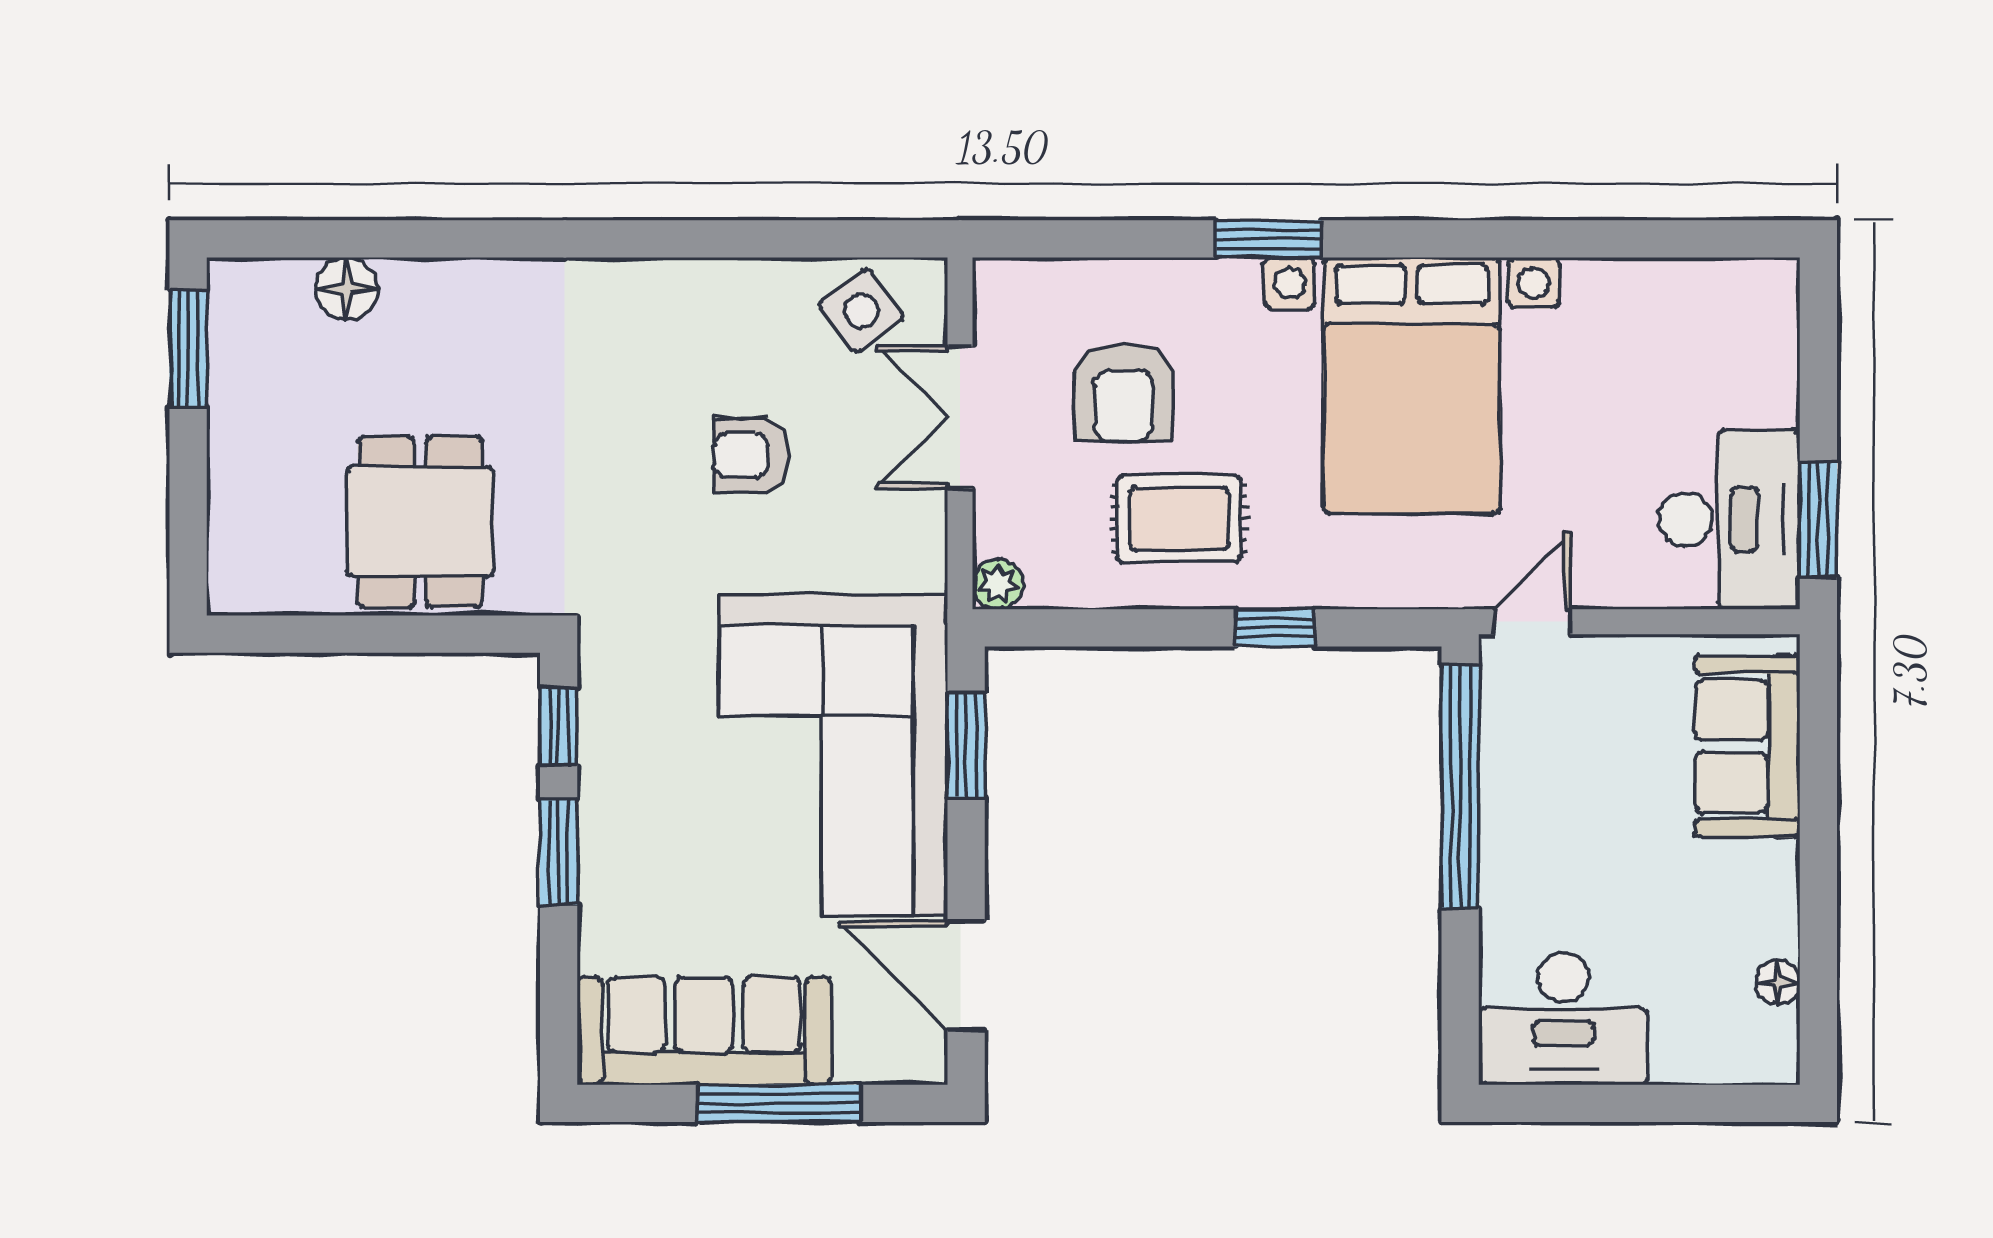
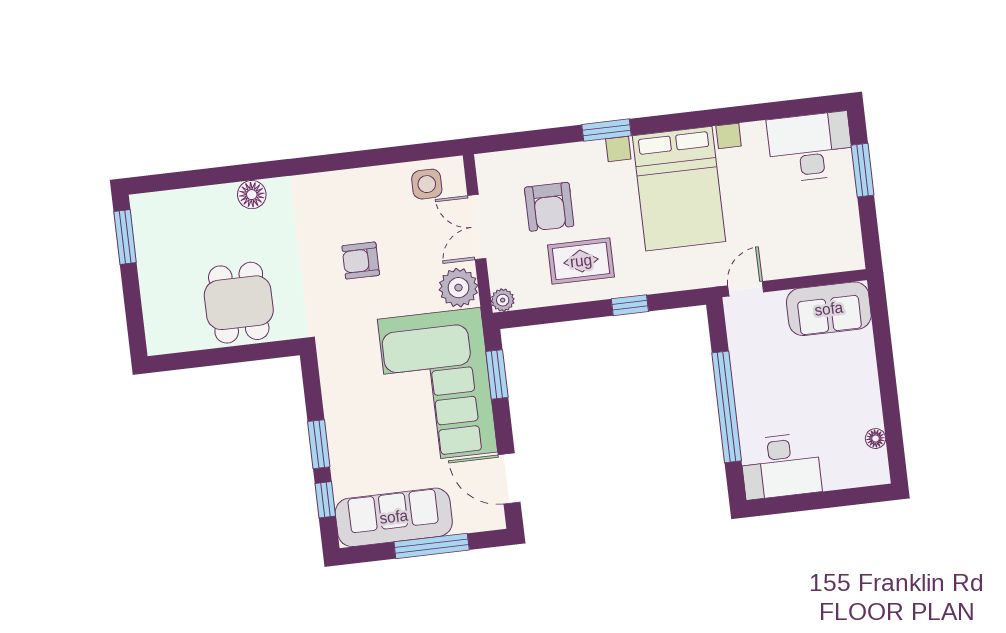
floor lamp: (347, 289) -> (252, 195), moved
side table: (862, 311) -> (427, 184), turned 37
armchair: (751, 455) -> (361, 261), moved
desk: (1729, 519) -> (810, 147), moved, turned -90
window: (1818, 519) -> (863, 170), moved
plant: (904, 545) -> (458, 288), added
window: (559, 726) -> (325, 500), moved
sofa: (1747, 746) -> (829, 309), moved, turned -90
window: (1460, 786) -> (727, 407), moved

